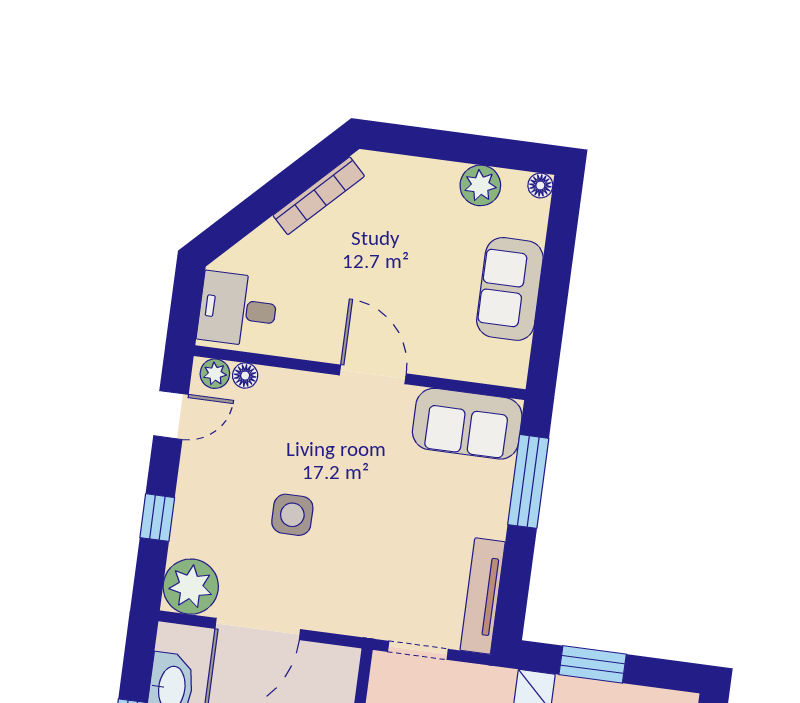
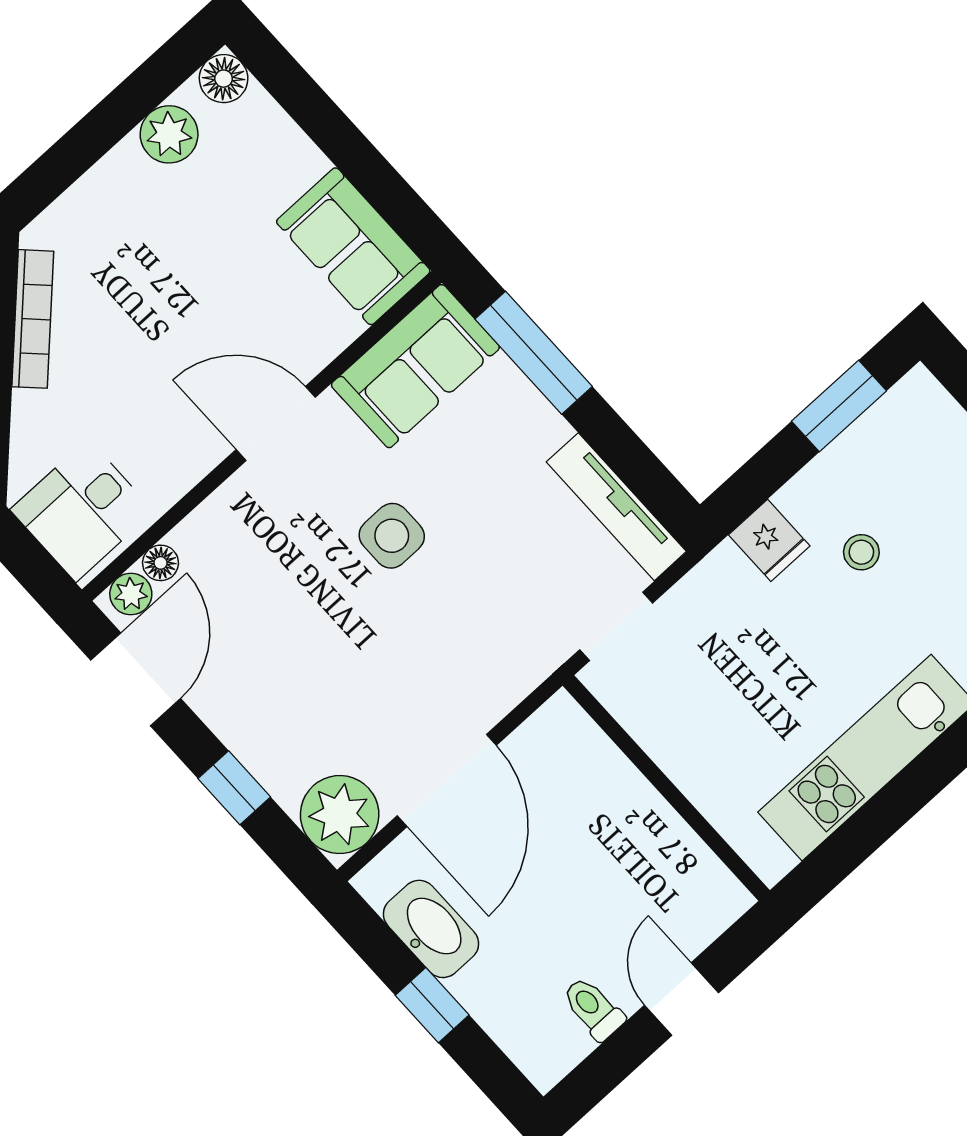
floor lamp: (540, 185) -> (224, 79), width x1.37, depth x1.37
sofa: (510, 289) -> (353, 246), moved
door: (171, 415) -> (136, 679), width x1.38
side table: (292, 515) -> (392, 536), moved
window: (593, 664) -> (839, 406), moved

